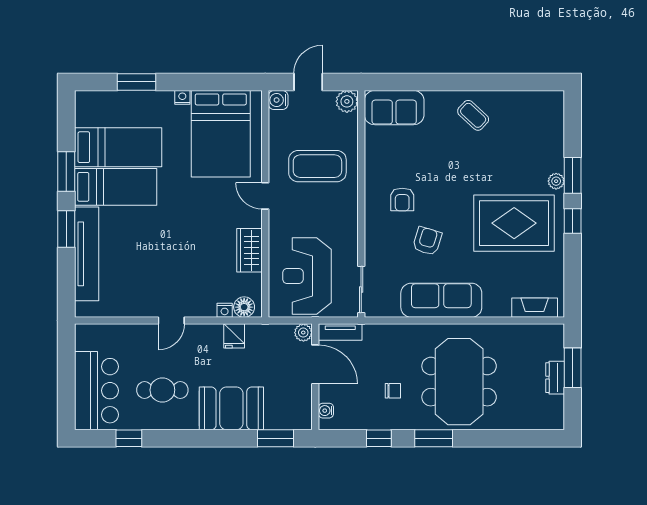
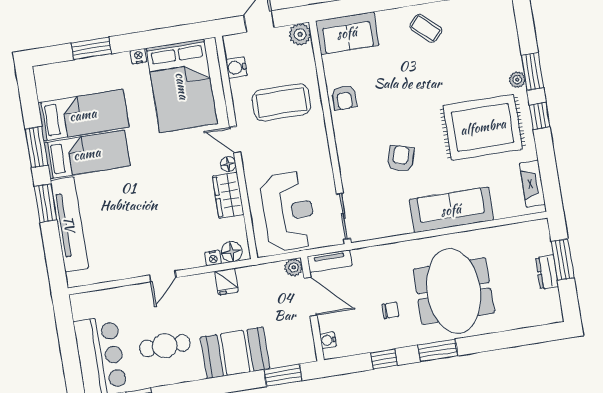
water cooler: (278, 100) -> (236, 68), moved
armchair: (402, 199) -> (344, 98), moved
floor lamp: (254, 219) -> (228, 164), added
reception desk: (307, 276) -> (288, 211), turned 180
sofa: (441, 300) -> (451, 210), moved
fireplace: (535, 308) -> (532, 184), moved, turned -90

